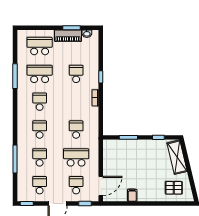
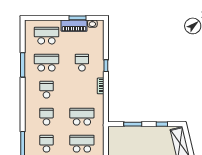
school desk: (76, 130) -> (82, 117), width x1.85

